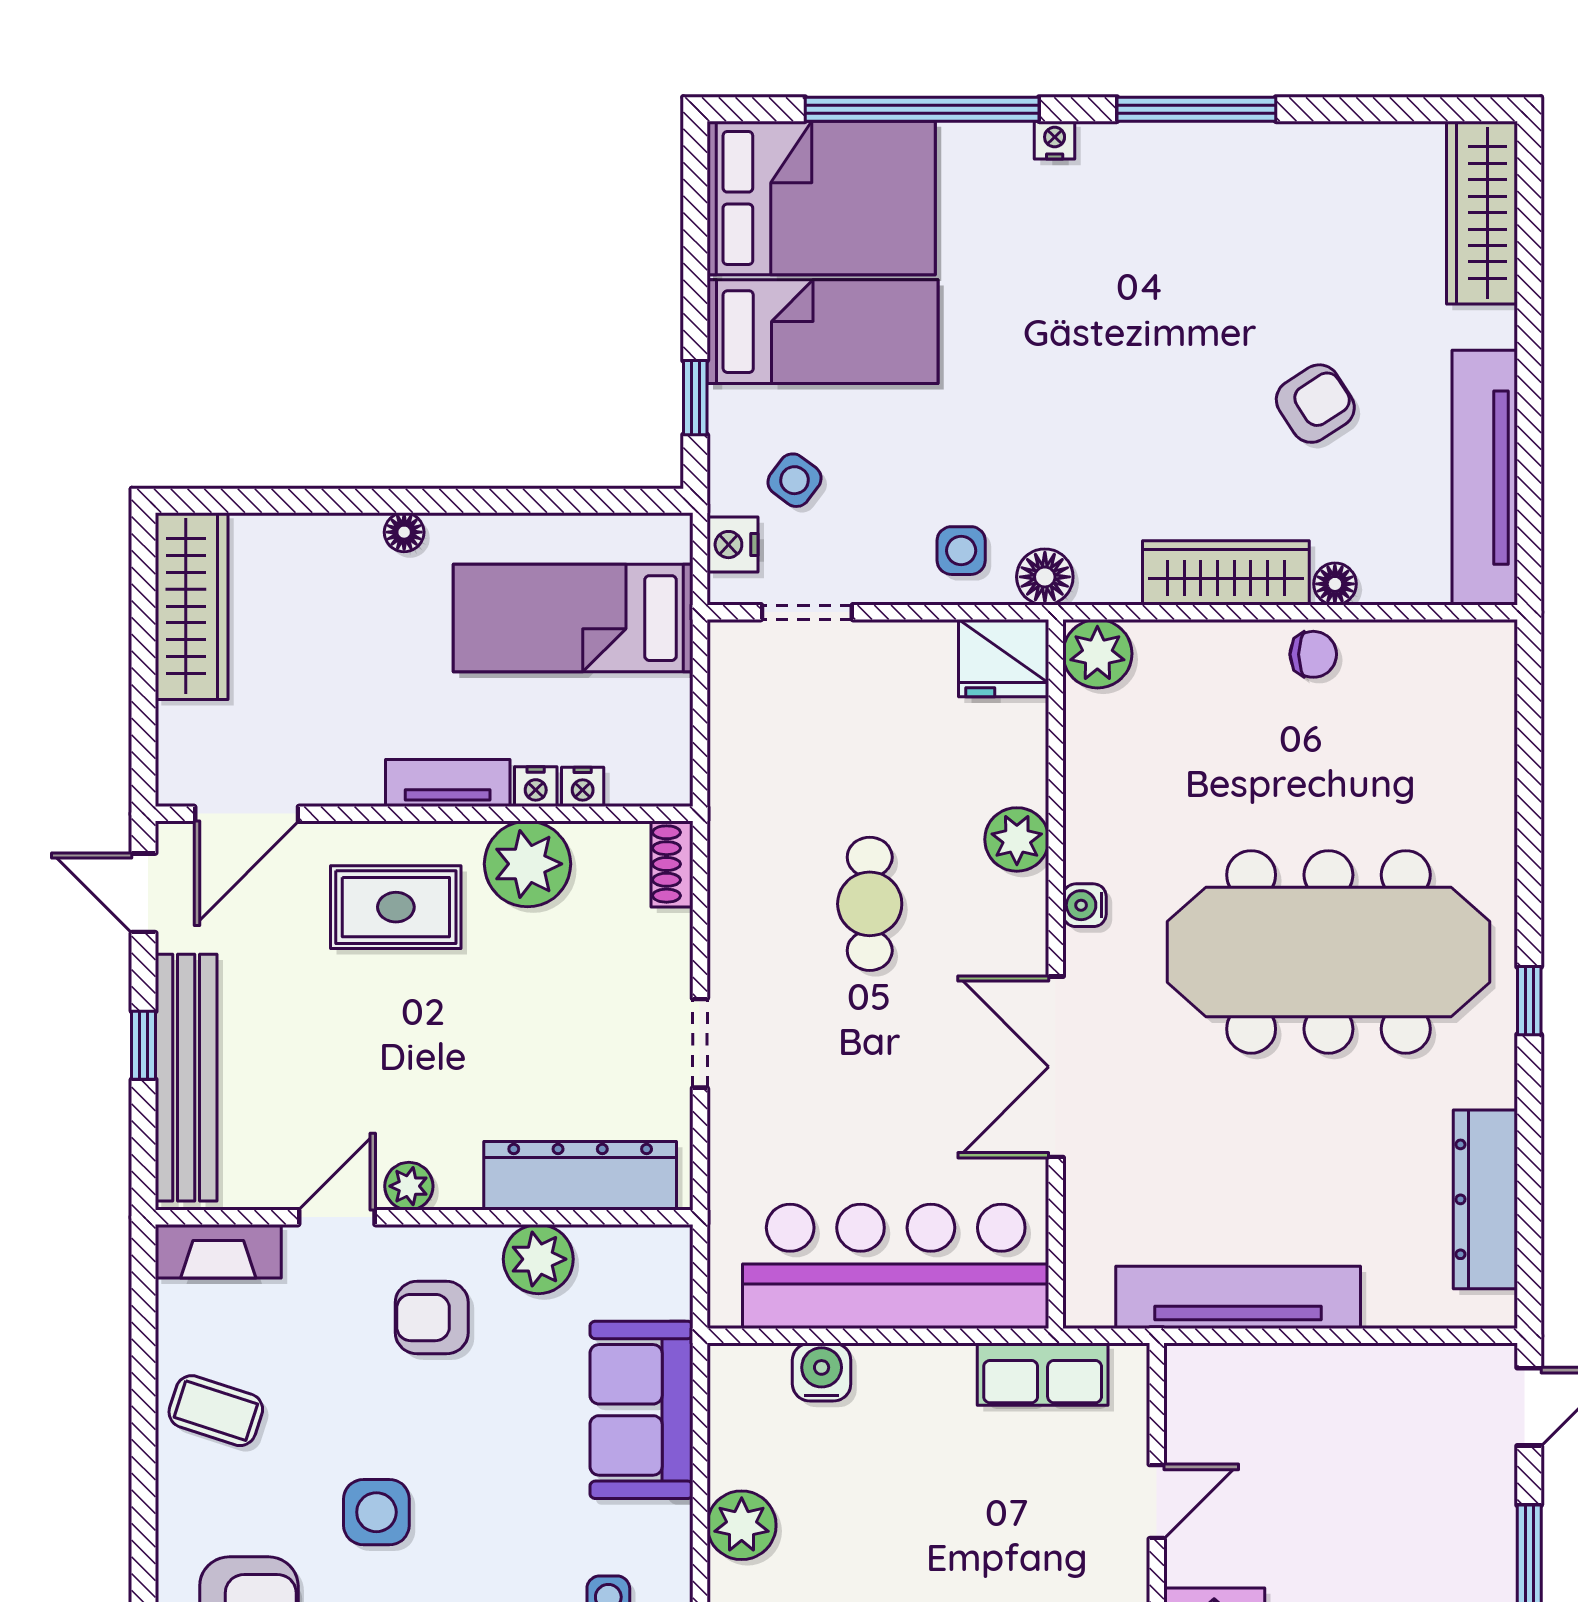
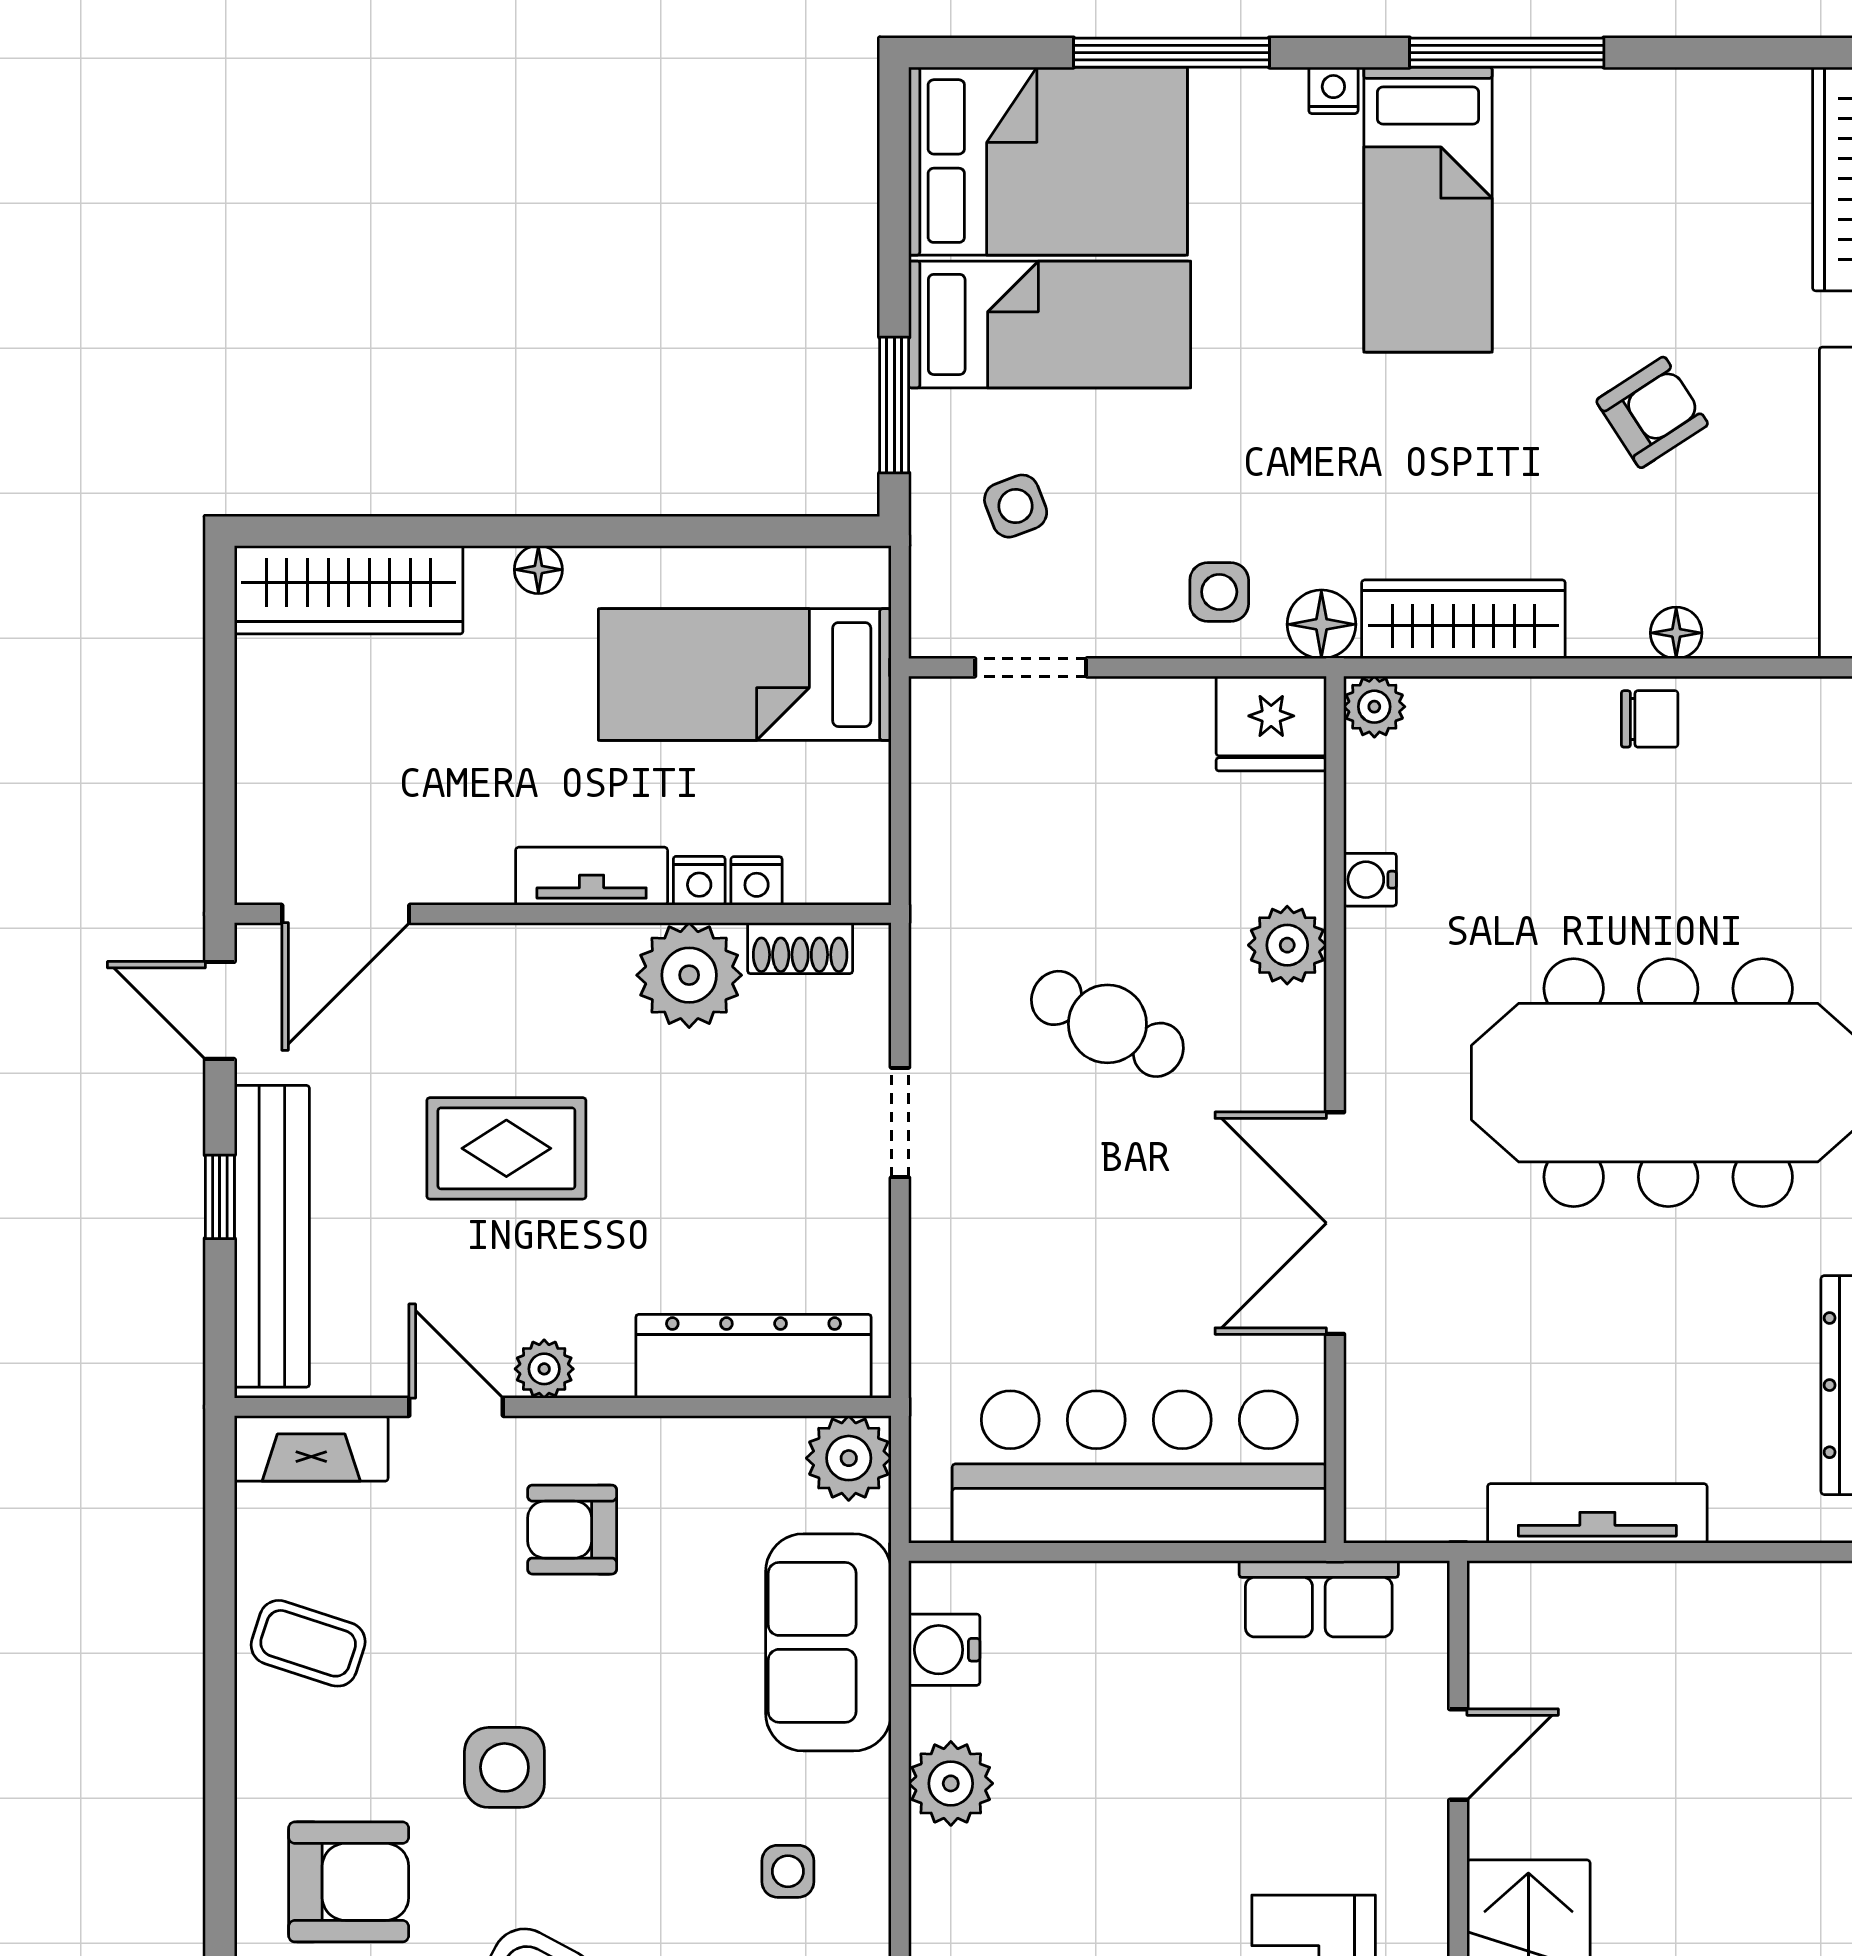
window: (922, 109) -> (1171, 53), width x0.68
bed: (1132, 238) -> (1428, 210), added
window: (695, 398) -> (894, 405), width x1.50
side table: (795, 480) -> (1016, 506), turned 32
nightstand: (733, 545) -> (940, 585), removed
wardrobe: (1226, 573) -> (1463, 619), moved
wardrobe: (192, 606) -> (349, 590), moved, turned 90
plant: (1097, 654) -> (1374, 707), width x0.73, depth x0.73
shoe rack: (672, 864) -> (800, 948), moved, turned -90
cafe table: (870, 904) -> (1107, 1024), turned -63
water cooler: (1085, 905) -> (1370, 880), moved
rug: (396, 907) -> (506, 1148), moved
doorway: (700, 1043) -> (900, 1122), moved
door: (337, 1217) -> (456, 1407), hinge flipped
plant: (538, 1259) -> (849, 1458), moved
tv unit: (1238, 1297) -> (1597, 1513), width x0.73, depth x0.78
water cooler: (822, 1372) -> (944, 1650), moved, turned -90

